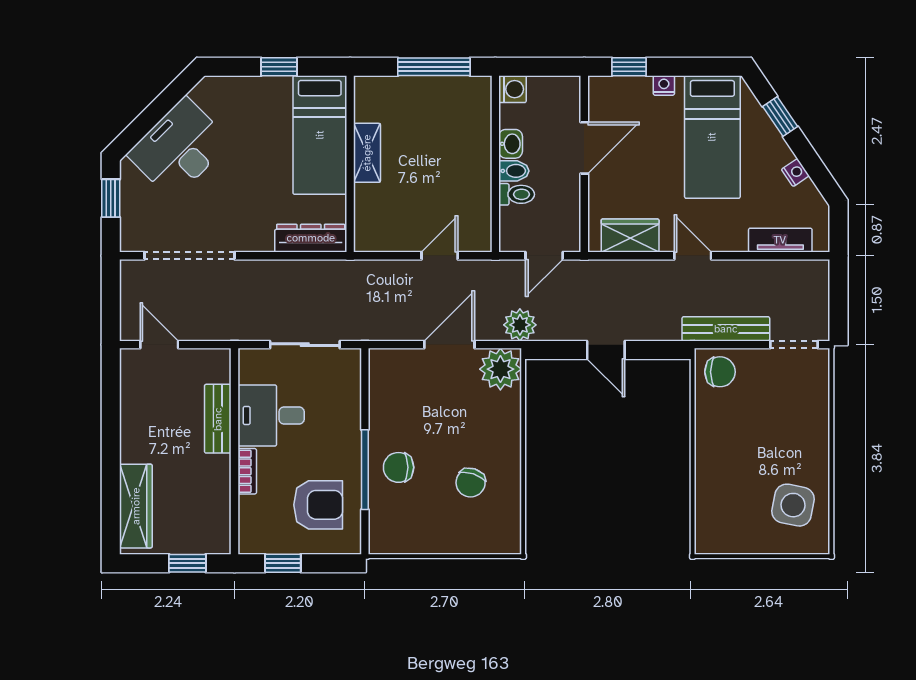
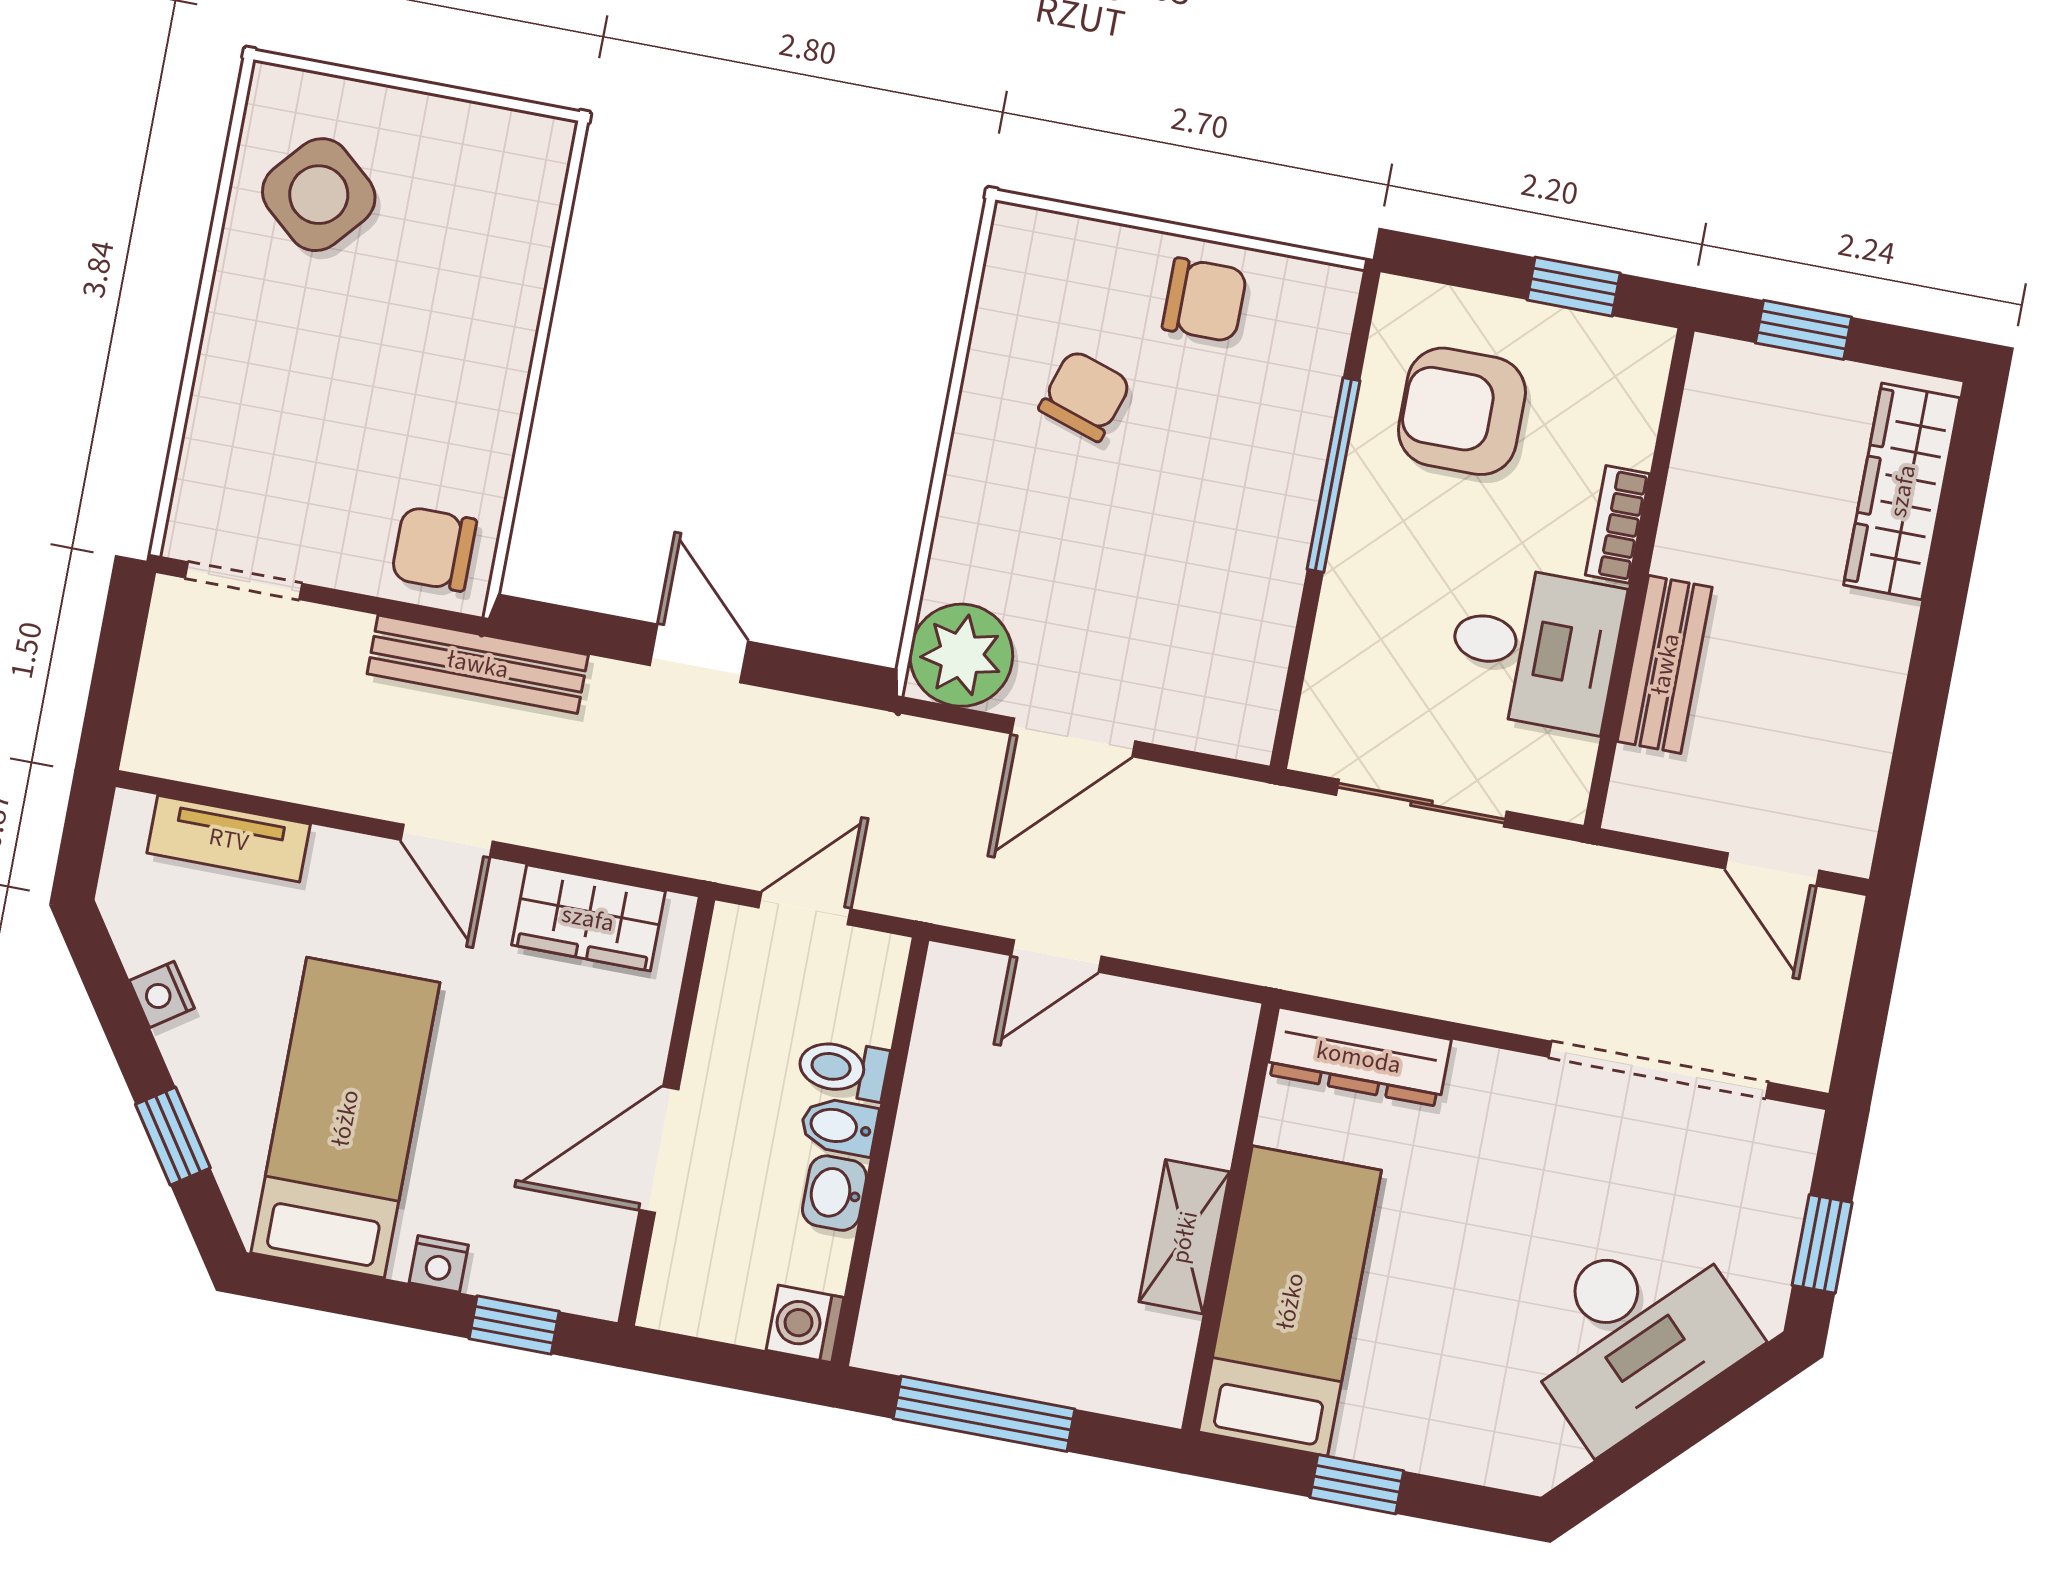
plant: (520, 325) -> (894, 753), removed
bench: (726, 329) -> (478, 664), moved
chair: (399, 467) -> (1205, 300), moved
side table: (793, 505) -> (319, 195), turned 30

